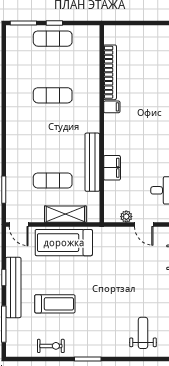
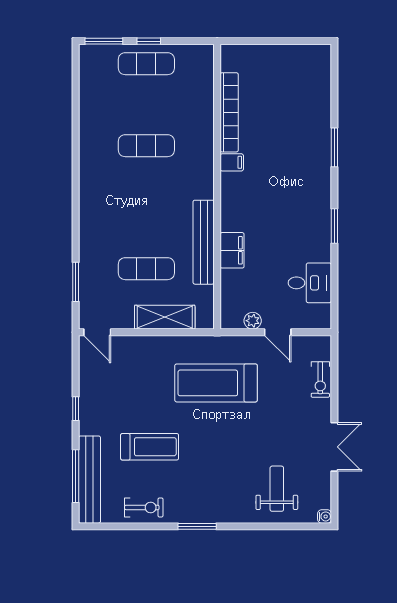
treadmill: (64, 243) -> (216, 383), moved
bench: (13, 287) -> (90, 480), moved

